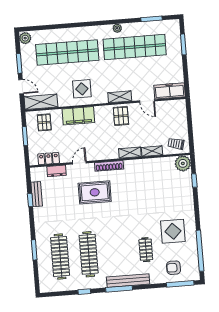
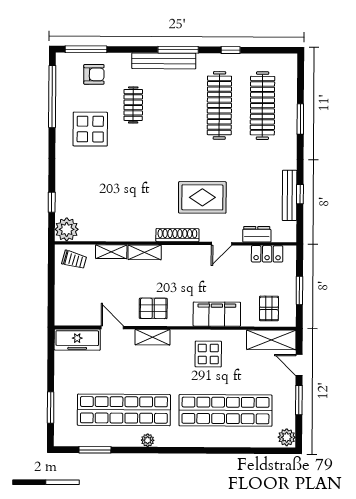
pallet: (121, 116) -> (153, 308), turned 90
bench: (37, 194) -> (290, 195), width x1.36

